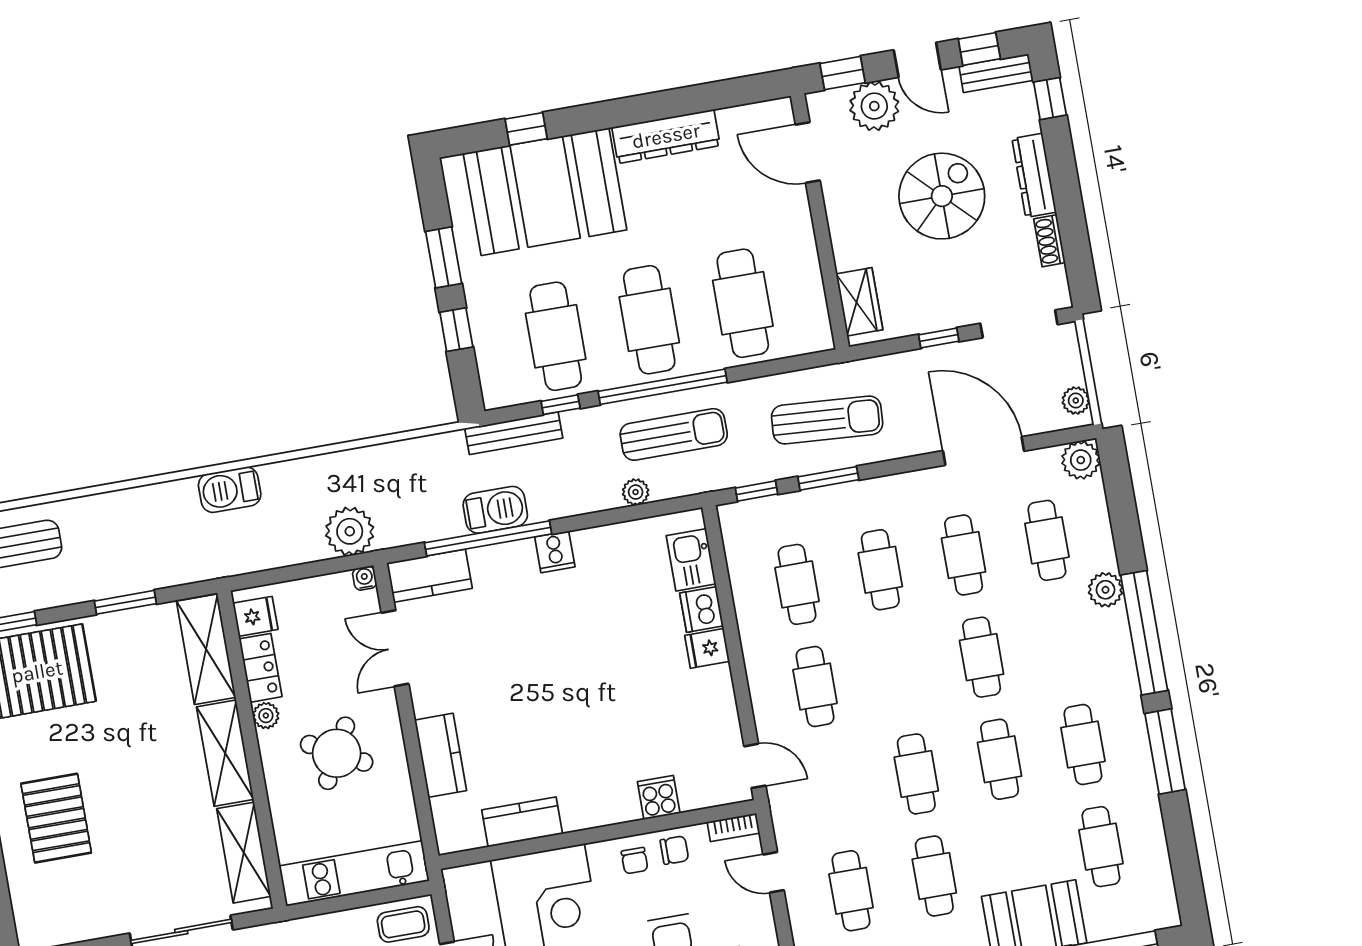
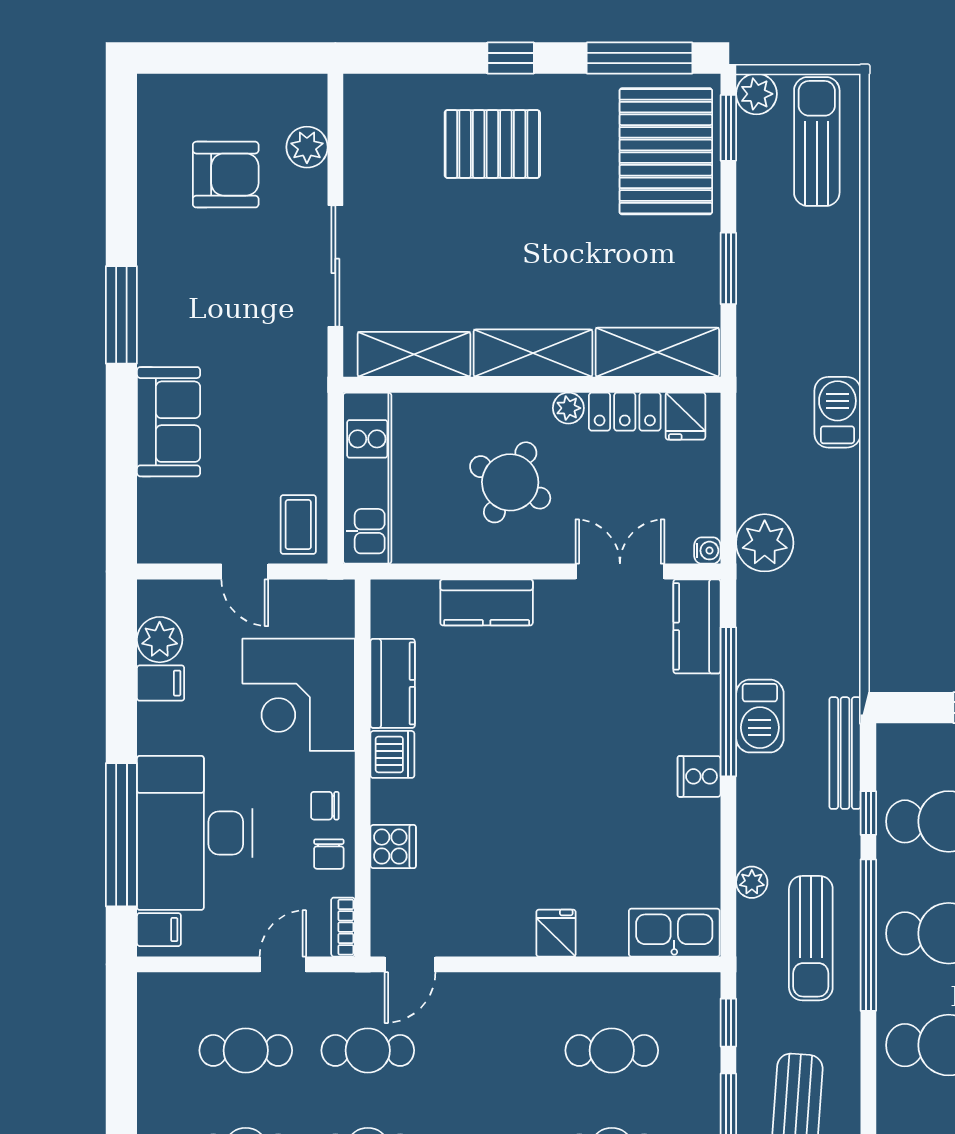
kitchen sink: (691, 560) -> (674, 933), width x1.38
dishwasher: (702, 609) -> (392, 754), moved, turned 90
cafe table: (815, 687) -> (368, 1050), moved

